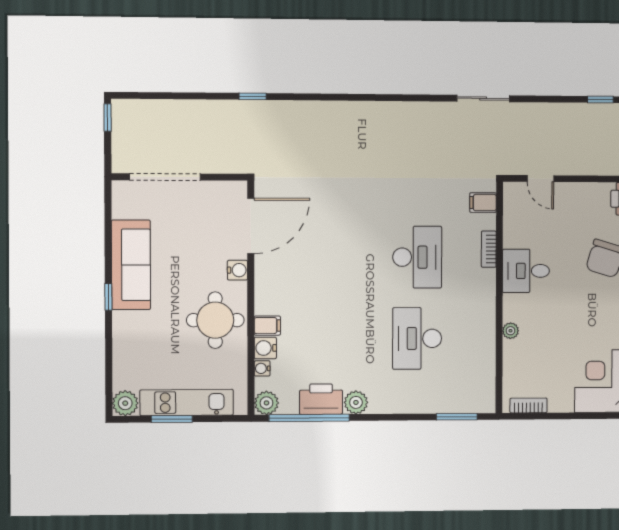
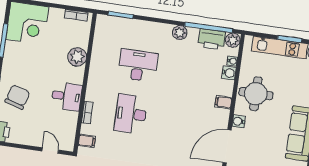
filing cabinet: (267, 326) -> (223, 102), moved
plant: (510, 331) -> (77, 57), width x1.87, depth x1.87
desk: (417, 338) -> (138, 65), turned -90
printer: (321, 399) -> (212, 39), moved

